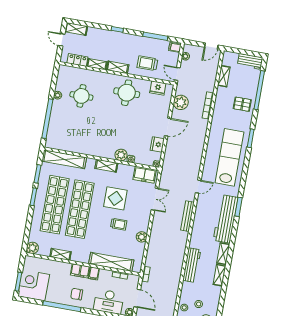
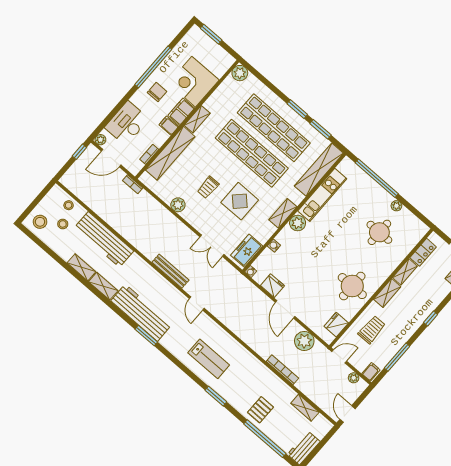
kitchen unit: (79, 147) -> (322, 195), added
plant: (121, 155) -> (298, 223), moved
lab bench: (229, 157) -> (209, 359), width x0.54, depth x0.72
shelving: (61, 254) -> (197, 119), moved
workbench: (192, 265) -> (104, 239), width x1.36, depth x1.32
corner desk: (34, 285) -> (194, 82), moved, turned 180

